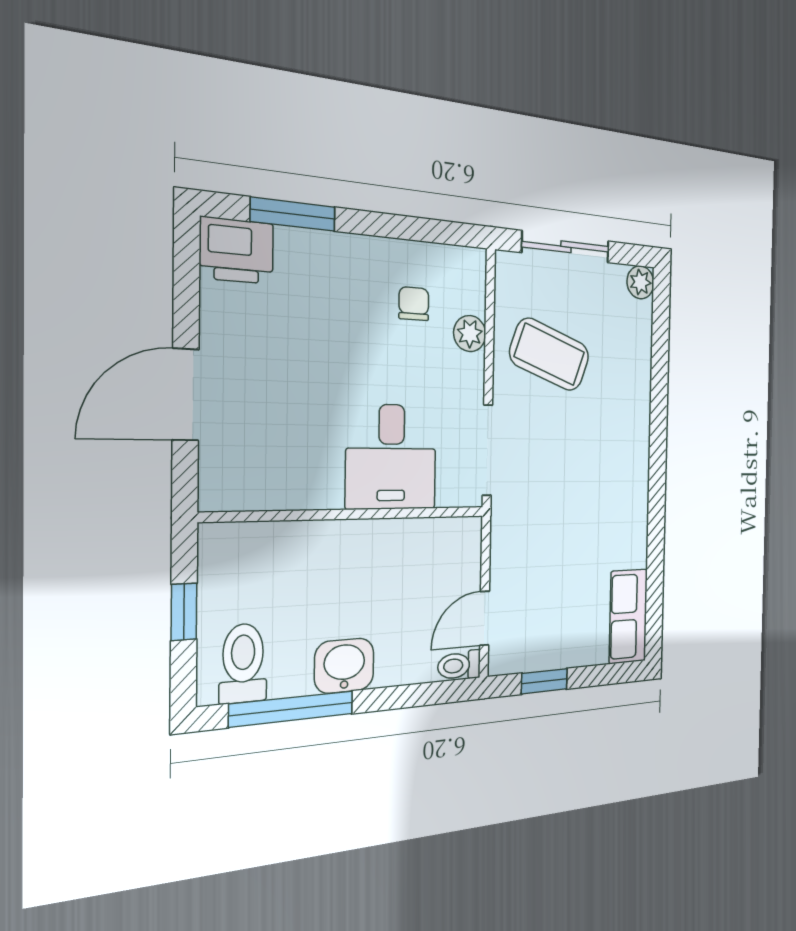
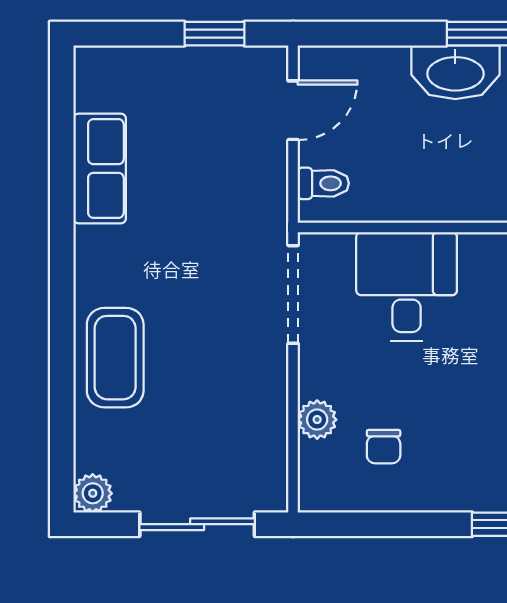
coffee table: (550, 354) -> (115, 358), moved, turned 70
row of seats: (628, 616) -> (100, 168), moved
toilet: (459, 665) -> (323, 183), moved
washbasin: (344, 666) -> (455, 72), width x1.38

